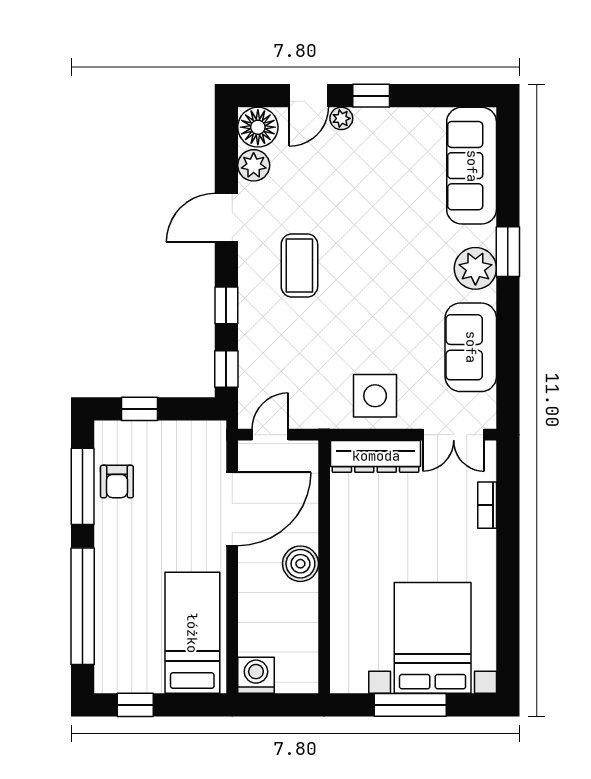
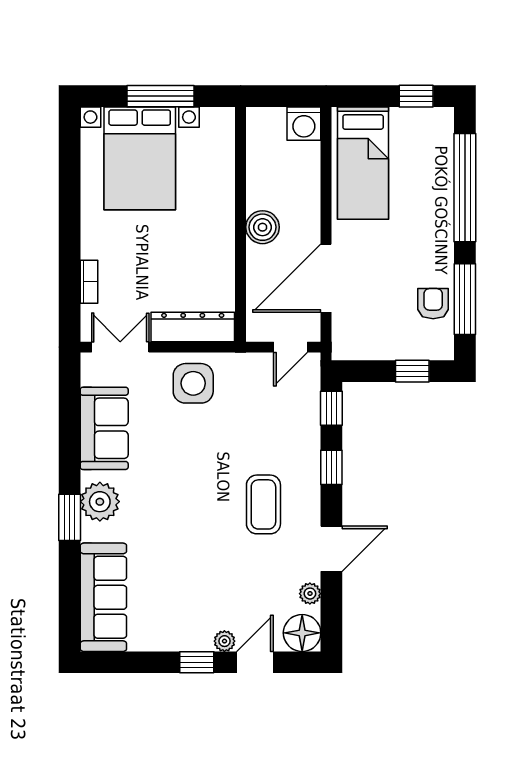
plant: (254, 165) -> (310, 594), width x0.73, depth x0.73

